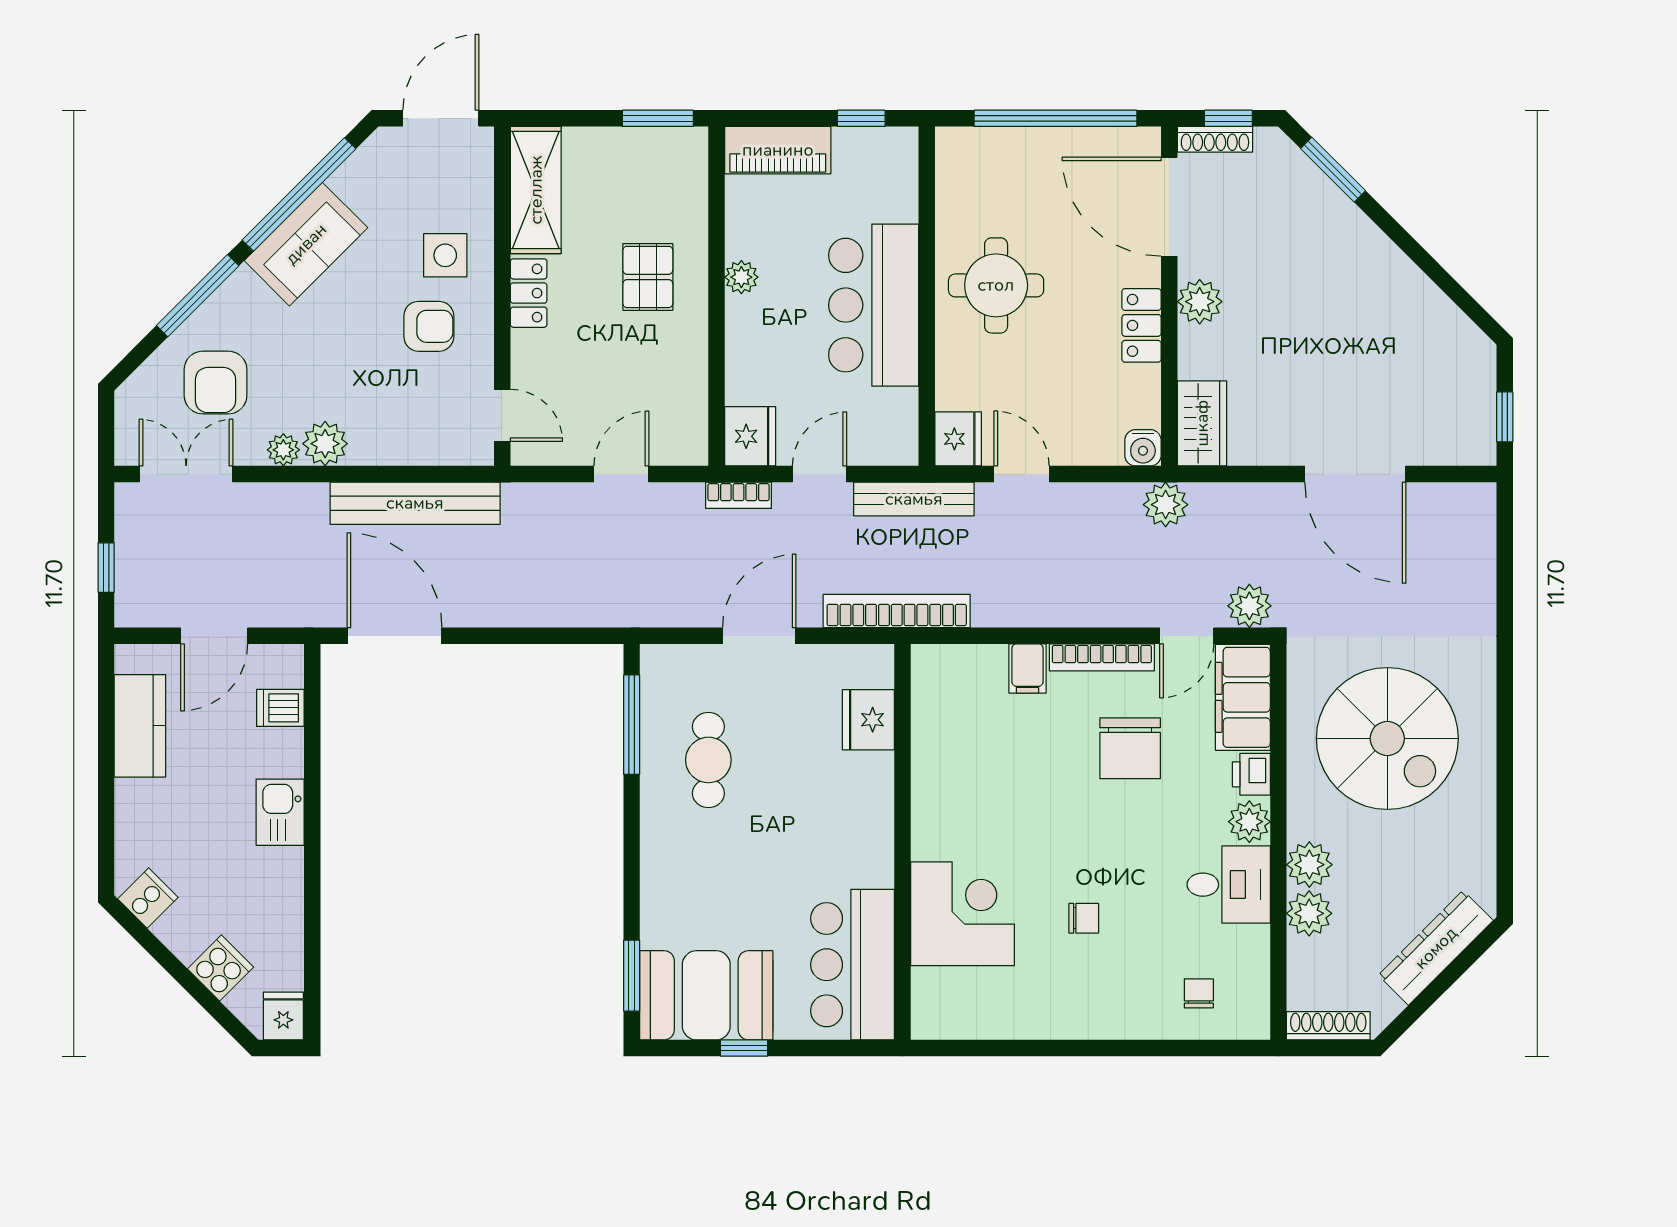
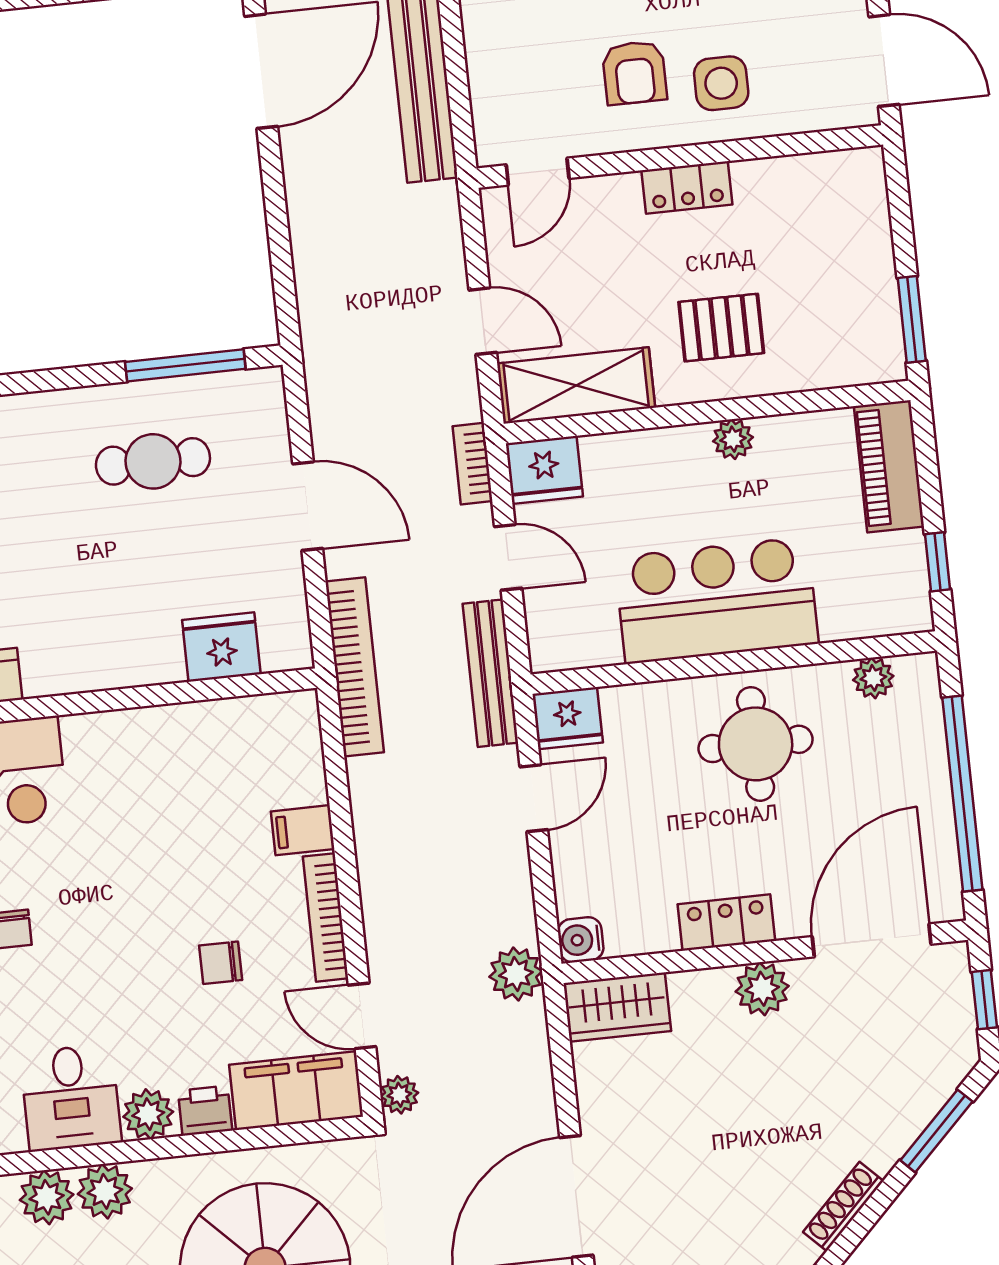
shoe rack: (1215, 139) -> (843, 1207), moved, turned 45
plant: (952, 182) -> (873, 678), added
shelving: (536, 190) -> (576, 385), moved
plant: (1249, 606) -> (399, 1095), width x0.73, depth x0.73
chair: (1130, 748) -> (221, 963), width x0.54, depth x0.54

